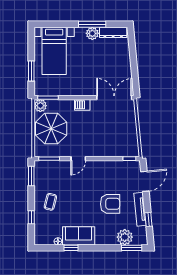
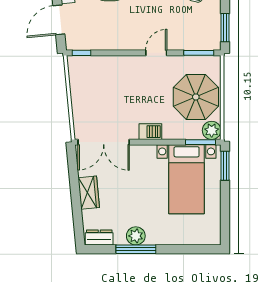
dresser: (113, 32) -> (99, 237), width x0.70
bed with nightstands: (54, 51) -> (187, 179), moved, turned 180
wardrobe: (124, 63) -> (89, 193), added
window: (31, 71) -> (225, 166), moved

